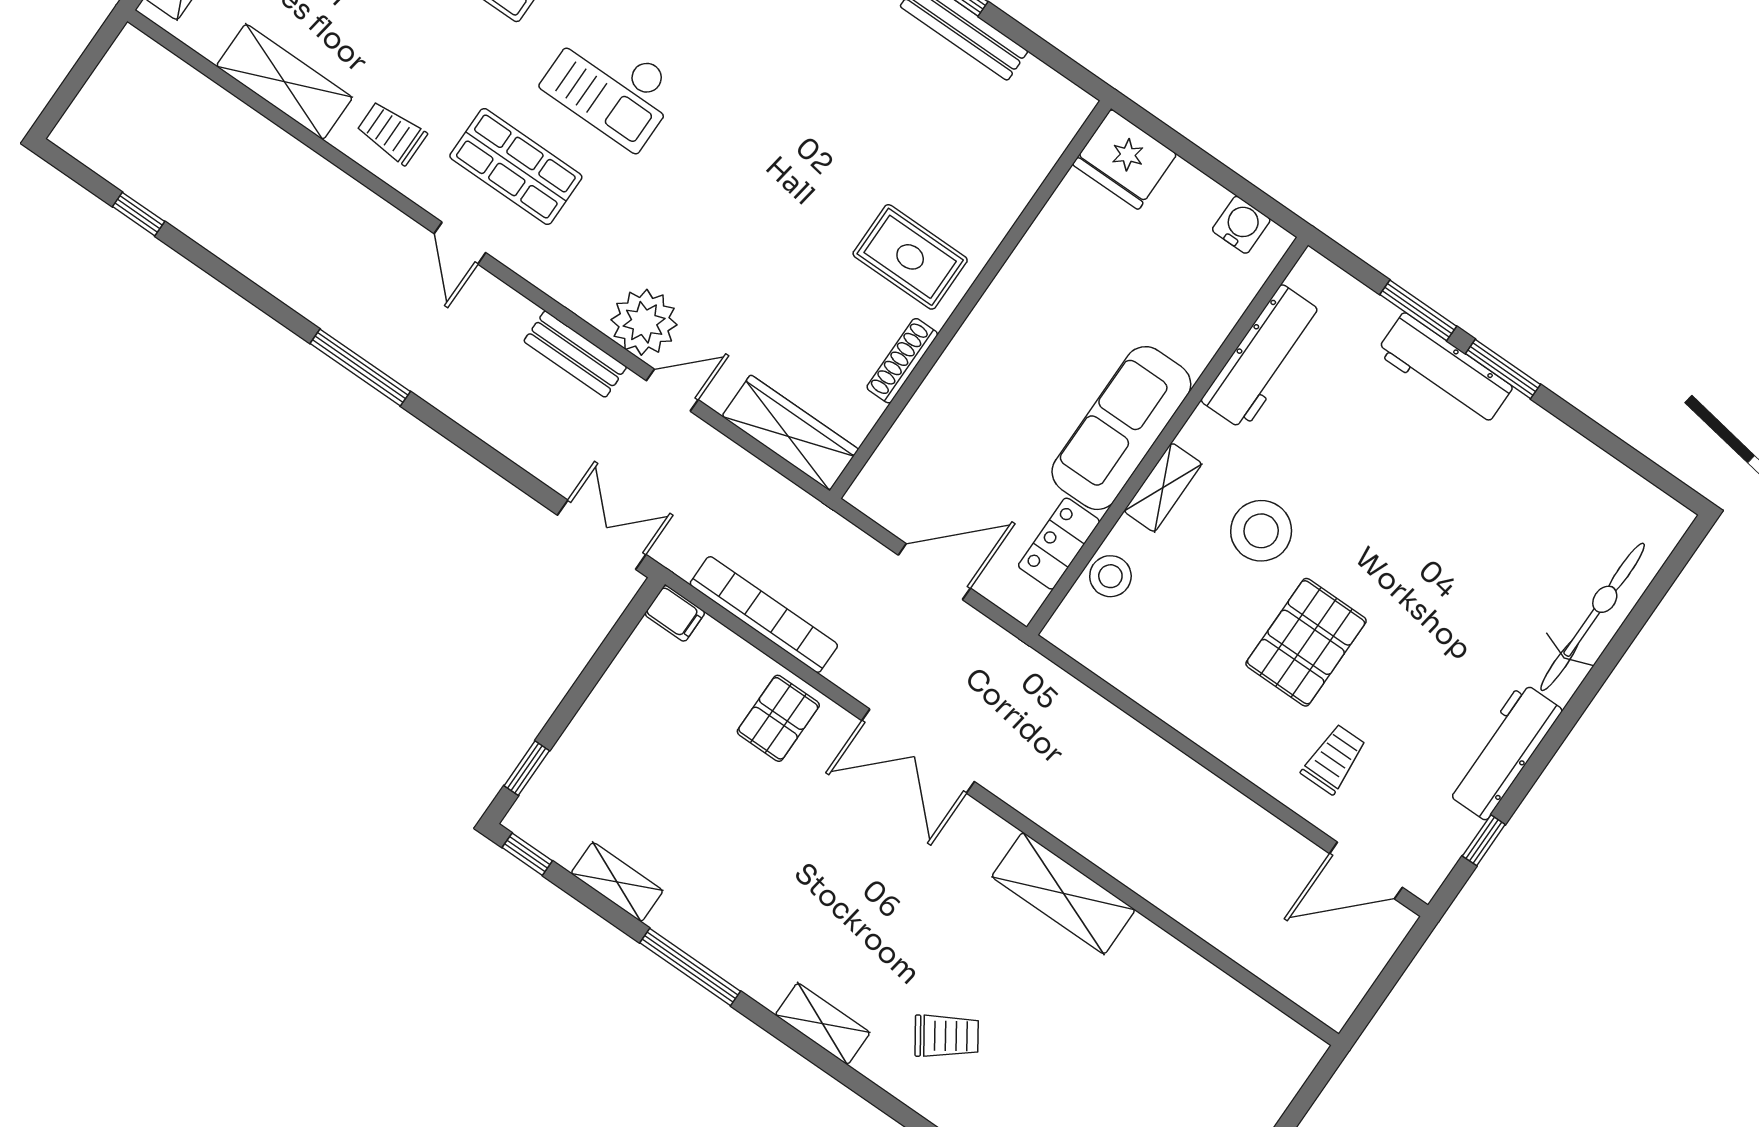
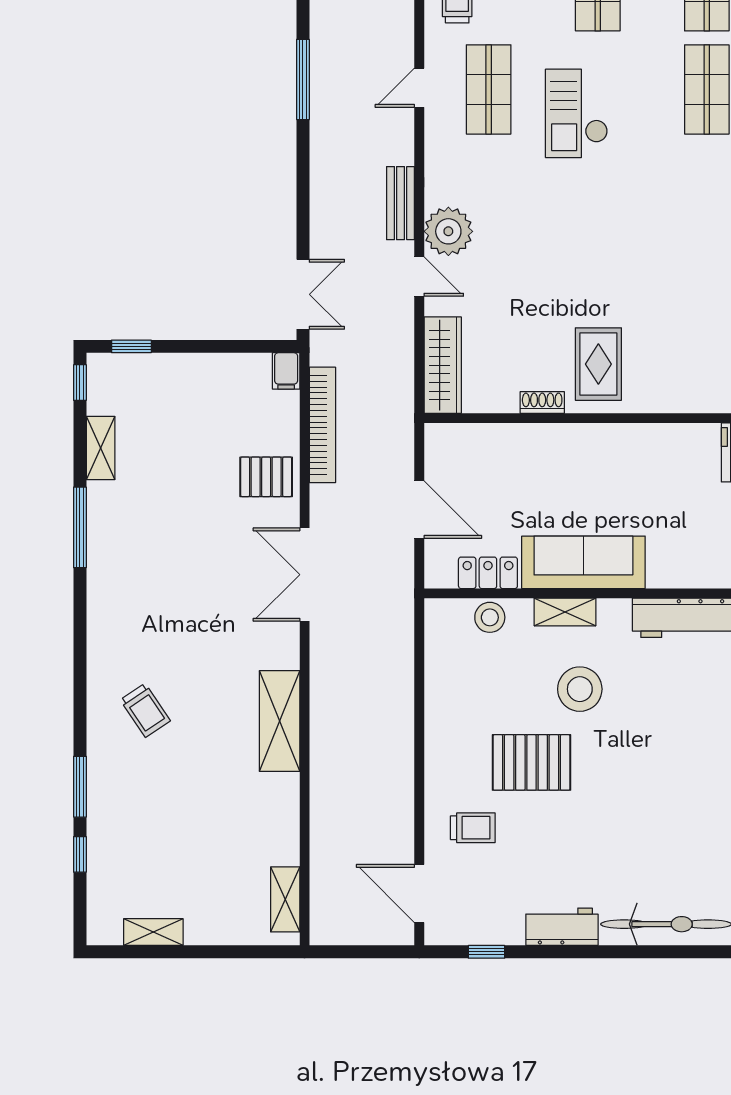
shoe rack: (902, 361) -> (542, 403), width x0.70
workbench: (1504, 751) -> (562, 927), width x0.73
shelving: (823, 1024) -> (285, 899), moved

